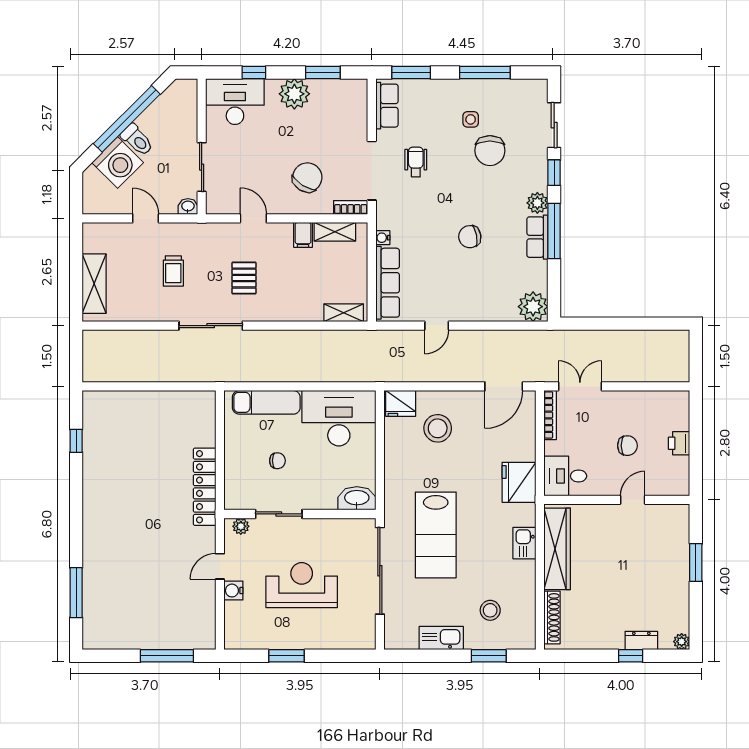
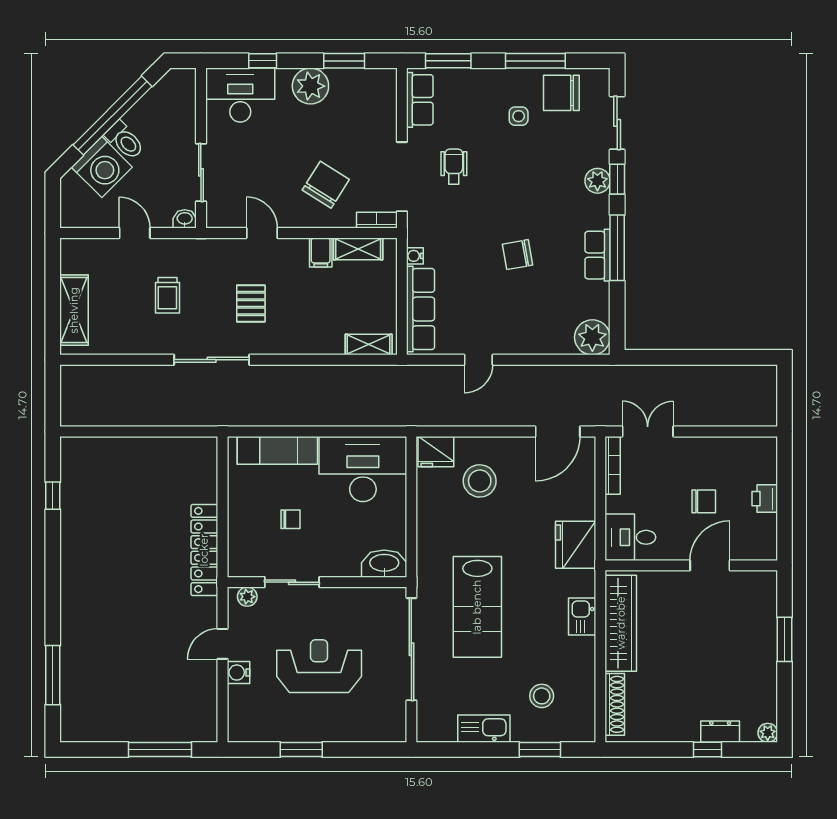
chair: (490, 151) -> (561, 93), moved, turned 90
plant: (537, 203) -> (597, 181), moved
door: (633, 500) -> (710, 565), width x1.37

